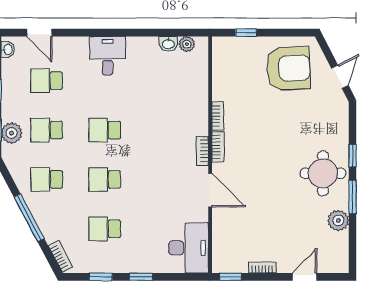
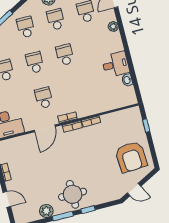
plant: (187, 44) -> (113, 26), moved
desk: (108, 56) -> (115, 64), moved
school desk: (163, 179) -> (44, 98), added

